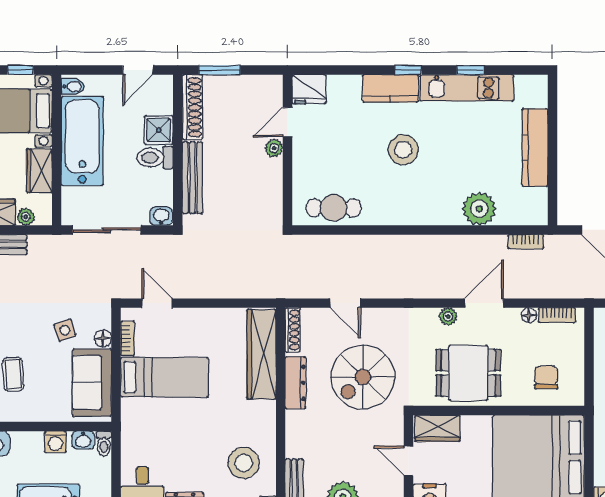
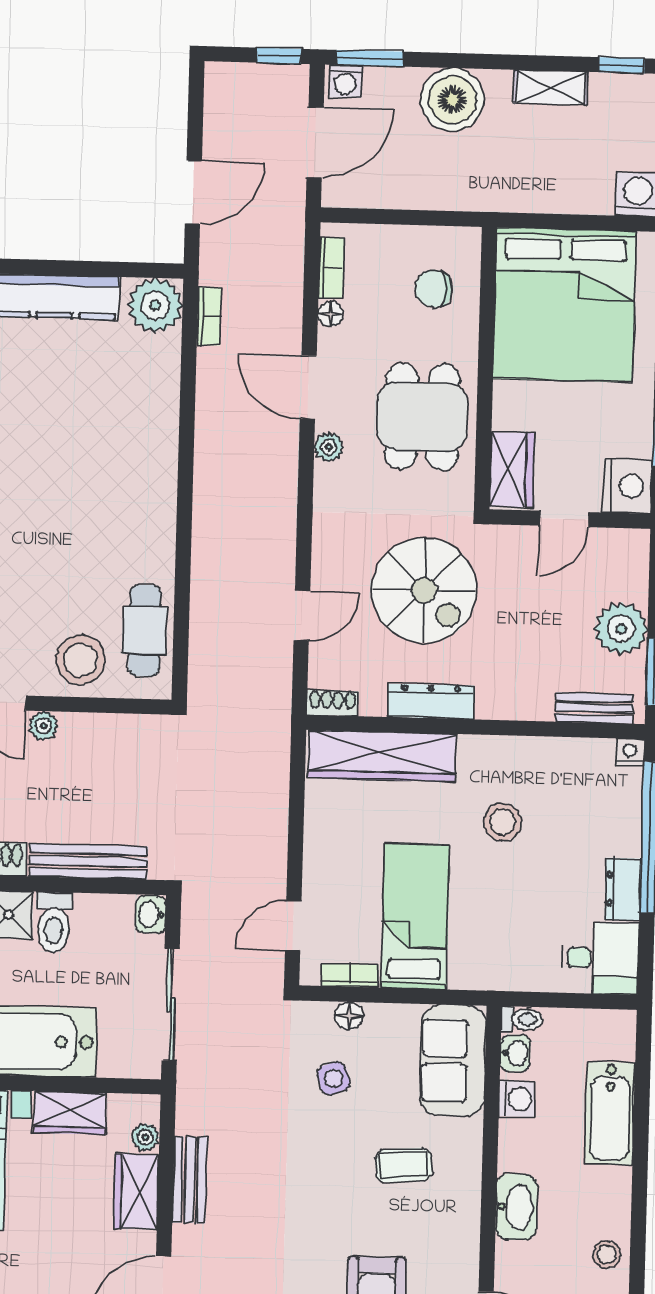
stool: (403, 150) -> (80, 660), moved
plant: (479, 209) -> (155, 305), moved
shoe rack: (293, 330) -> (333, 703), width x0.70
sofa: (92, 383) -> (453, 1060), moved, turned 90
stool: (244, 463) -> (503, 822), moved, width x0.73, depth x0.73

